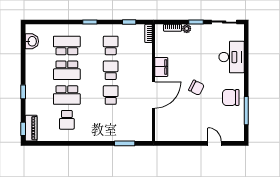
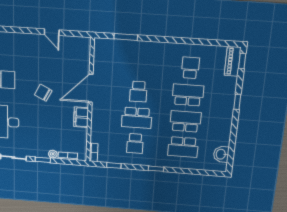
school desk: (111, 70) -> (137, 118), width x1.85
door: (215, 143) -> (52, 32), moved

